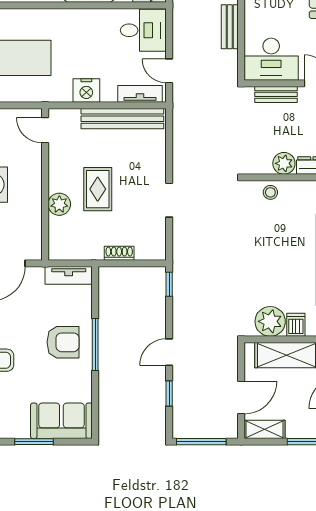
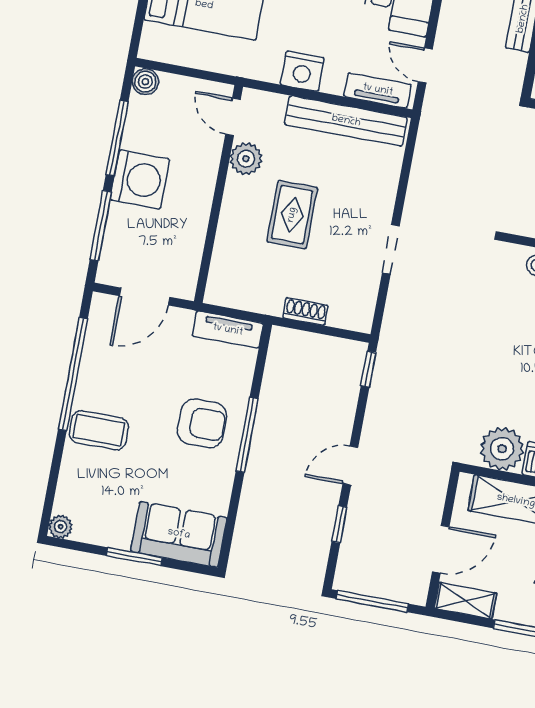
plant: (59, 204) -> (246, 159), moved

